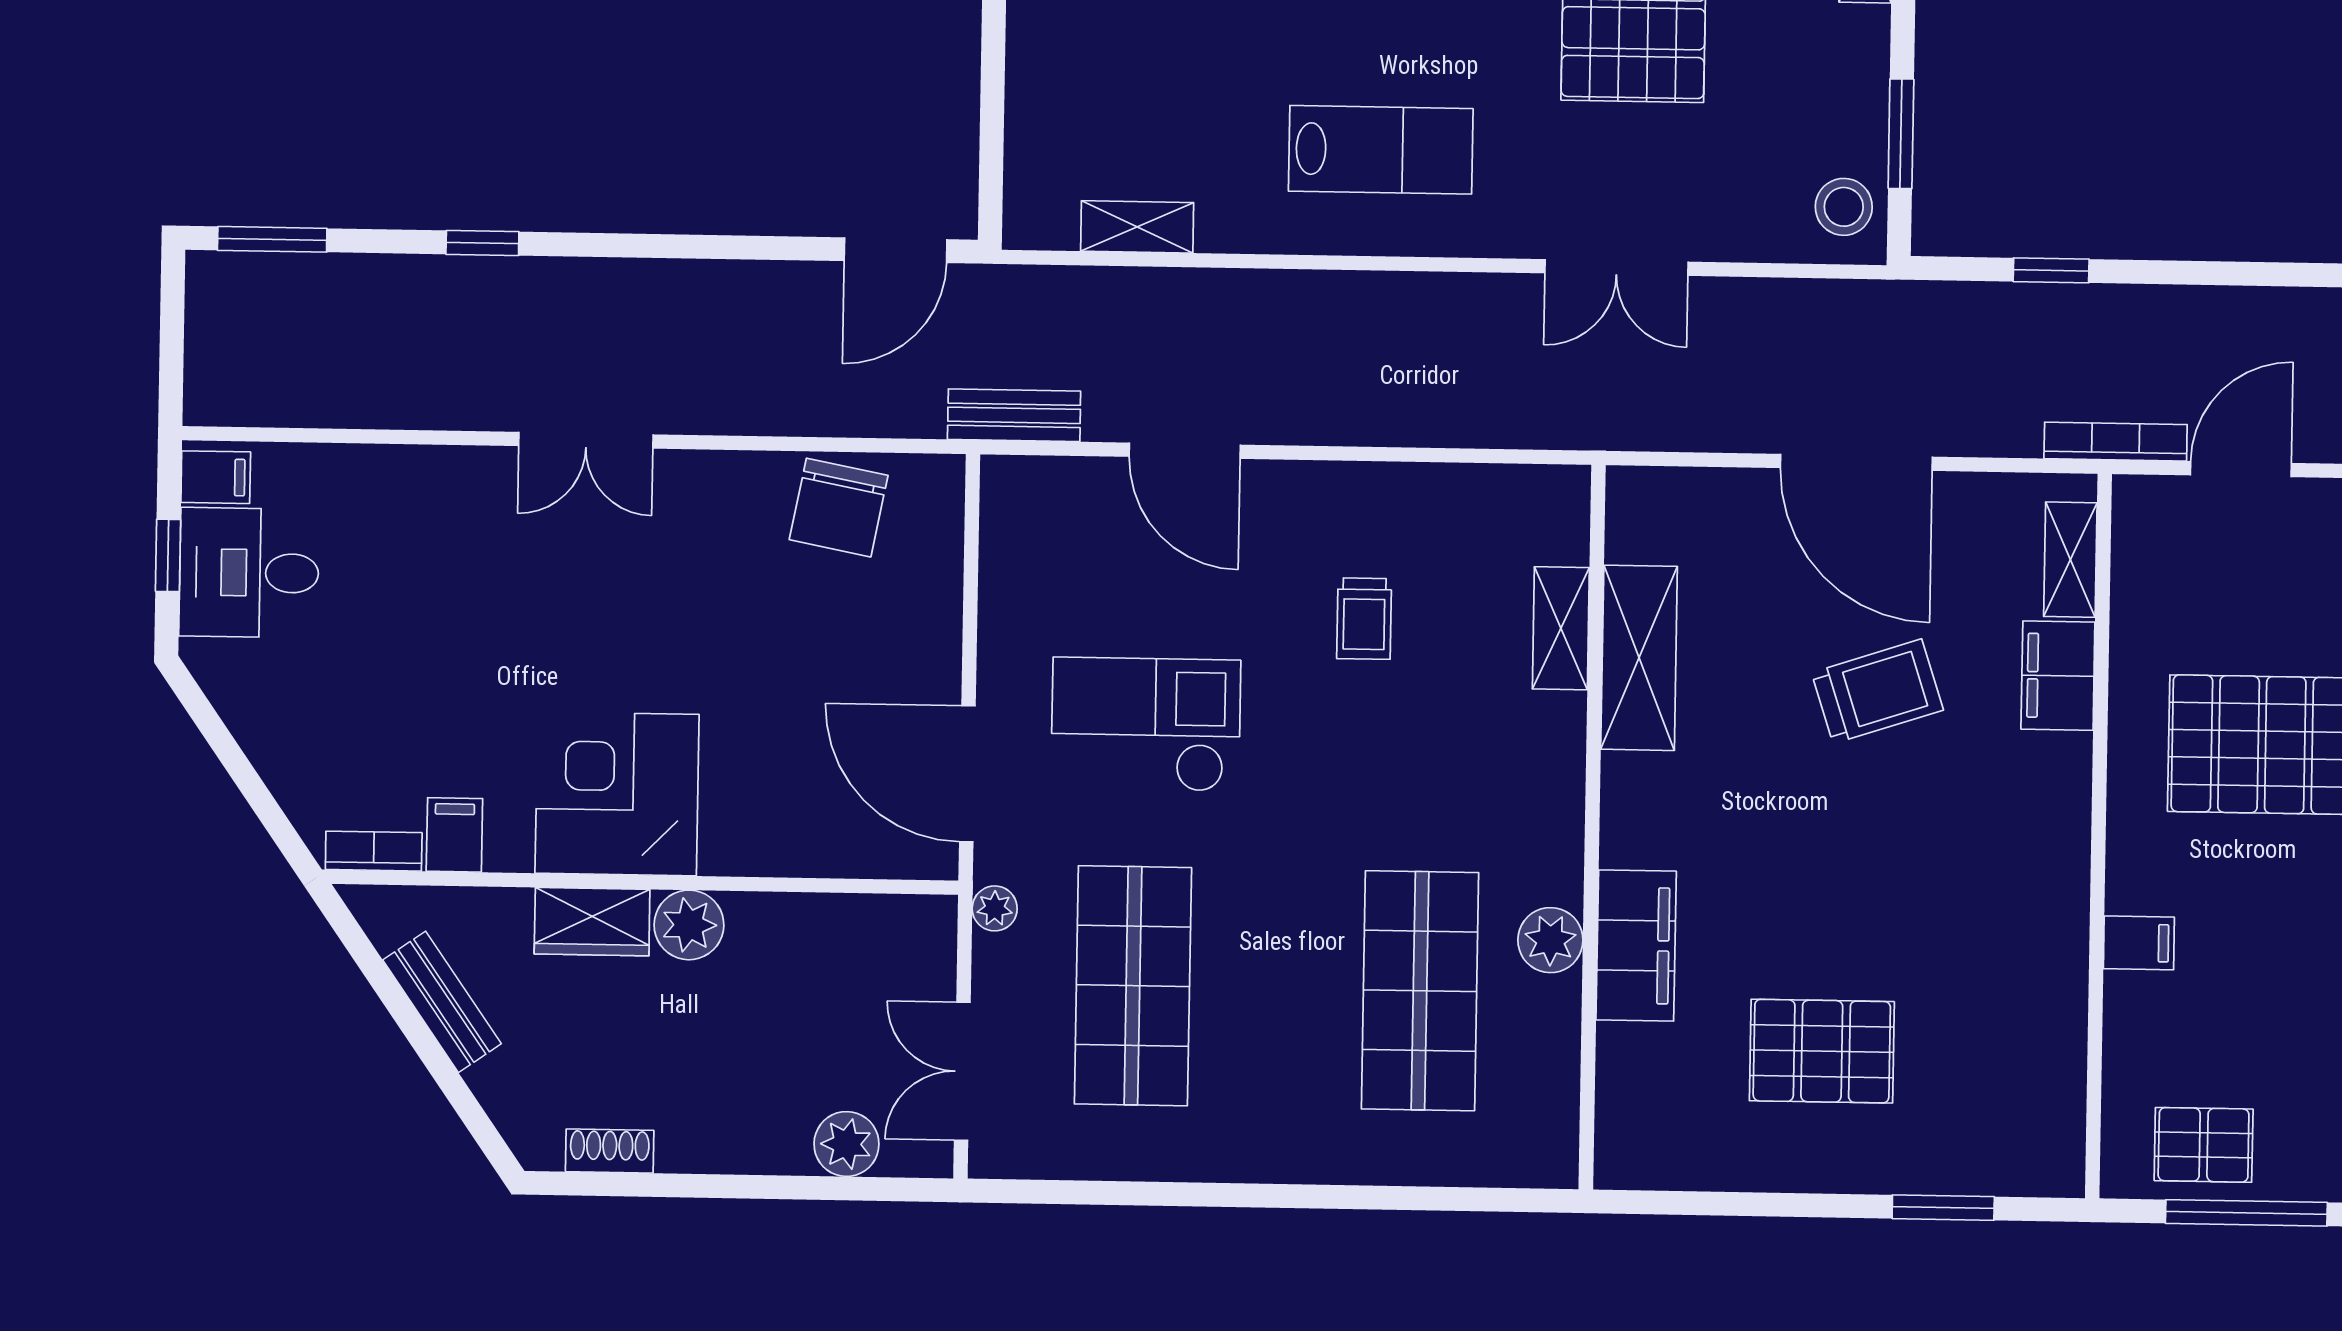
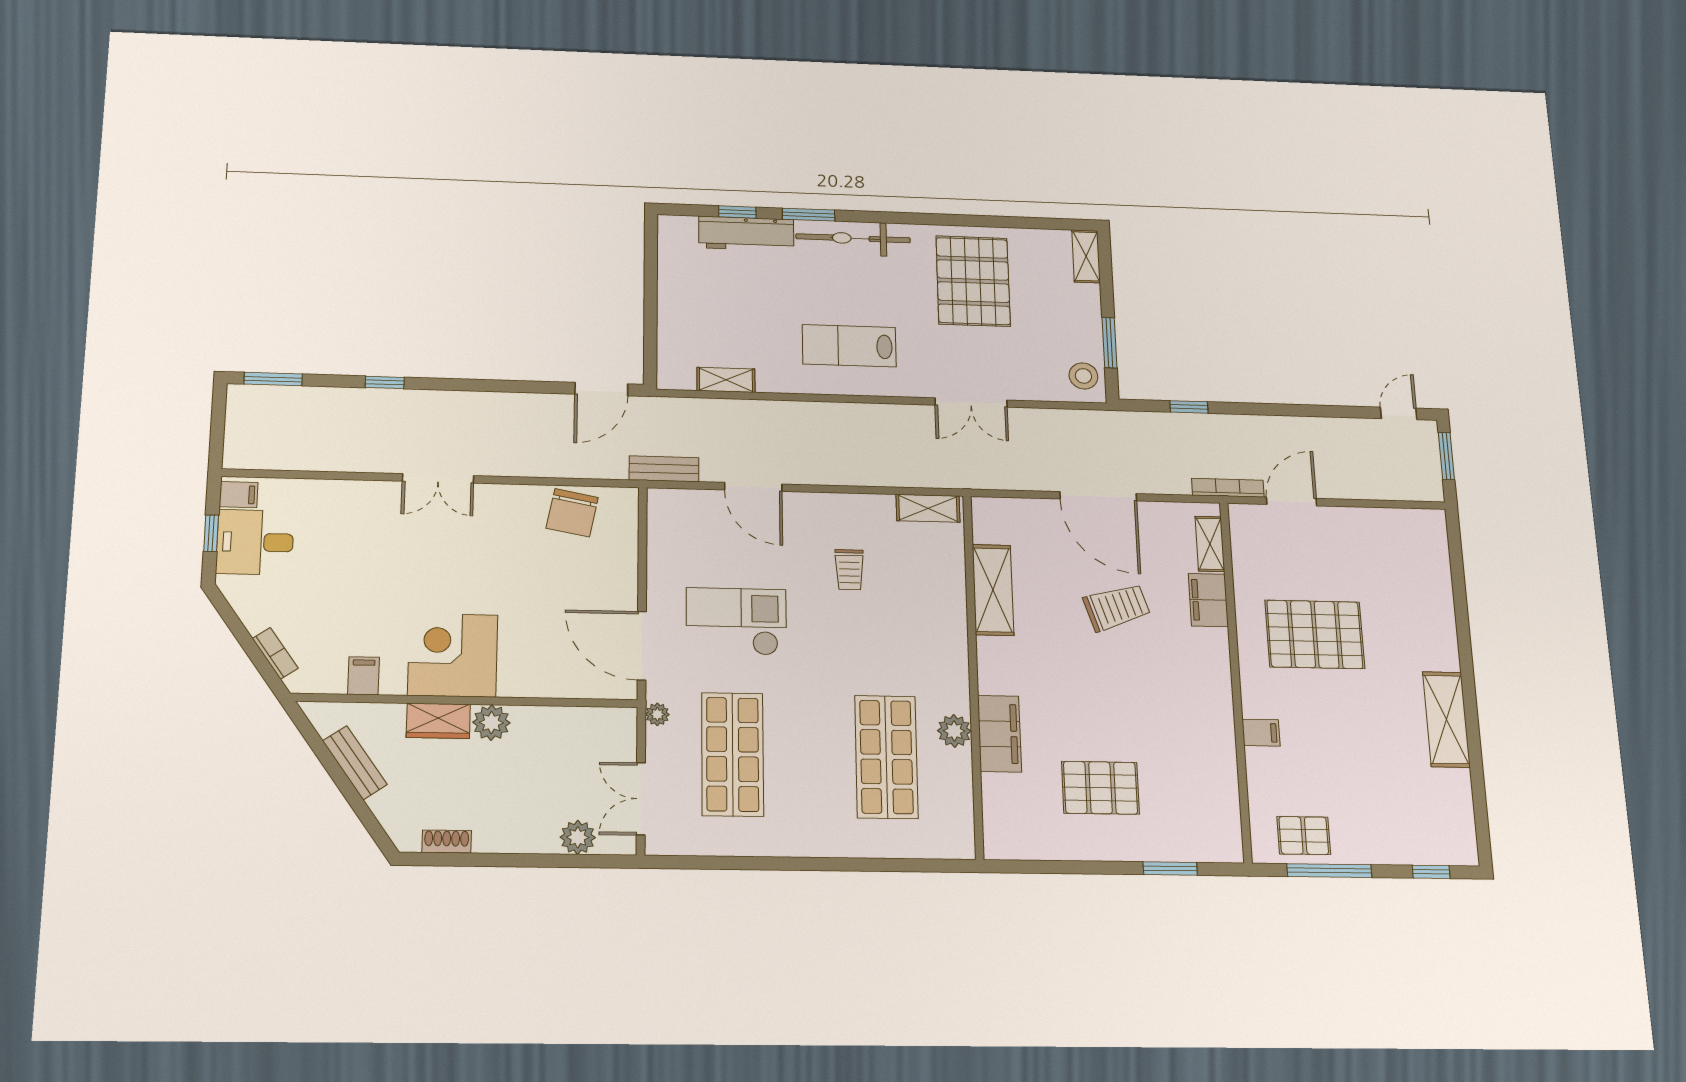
lab bench: (1381, 150) -> (849, 346), turned 180
shelving: (1561, 628) -> (928, 508), moved, turned 90
bookcase: (374, 851) -> (275, 653), moved, turned 55

